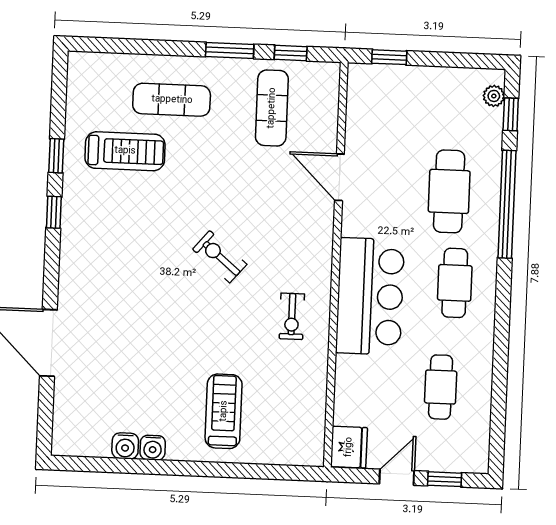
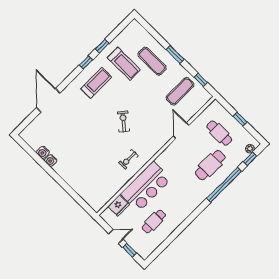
window: (230, 50) -> (175, 54), moved
window: (389, 57) -> (240, 119), moved
cafe table: (455, 283) -> (219, 133), moved, turned 90
bar counter: (370, 296) -> (146, 186), moved
treadmill: (224, 411) -> (96, 83), moved
fridge: (349, 447) -> (119, 205), moved

